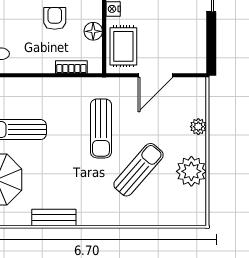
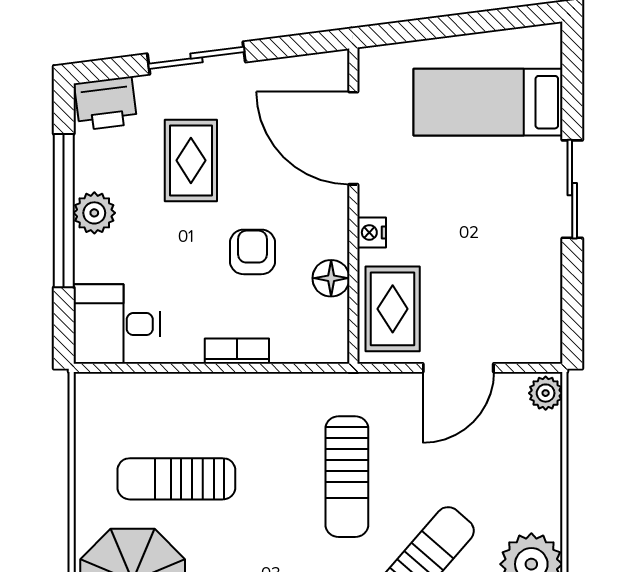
bookcase: (71, 67) -> (237, 351), moved
plant: (198, 127) -> (546, 393), moved

